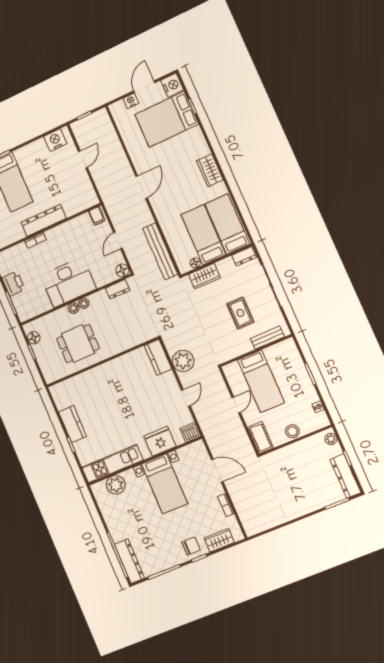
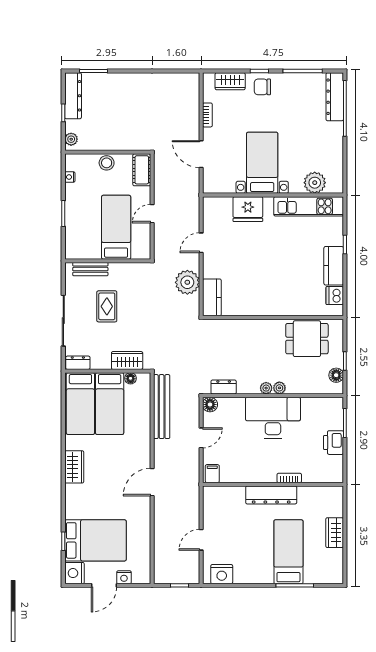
dining table: (78, 344) -> (307, 339), moved
dishwasher: (190, 432) -> (335, 296), moved, turned 90

